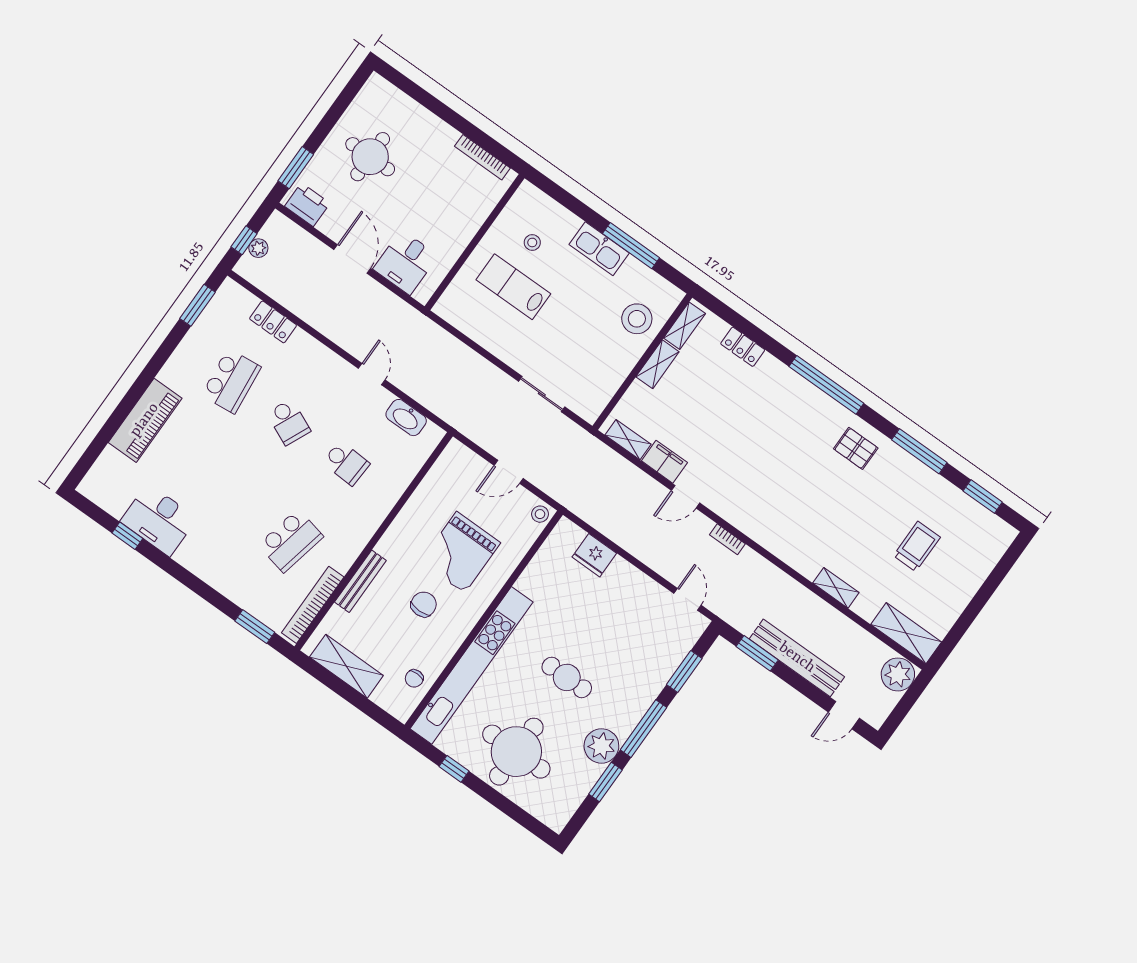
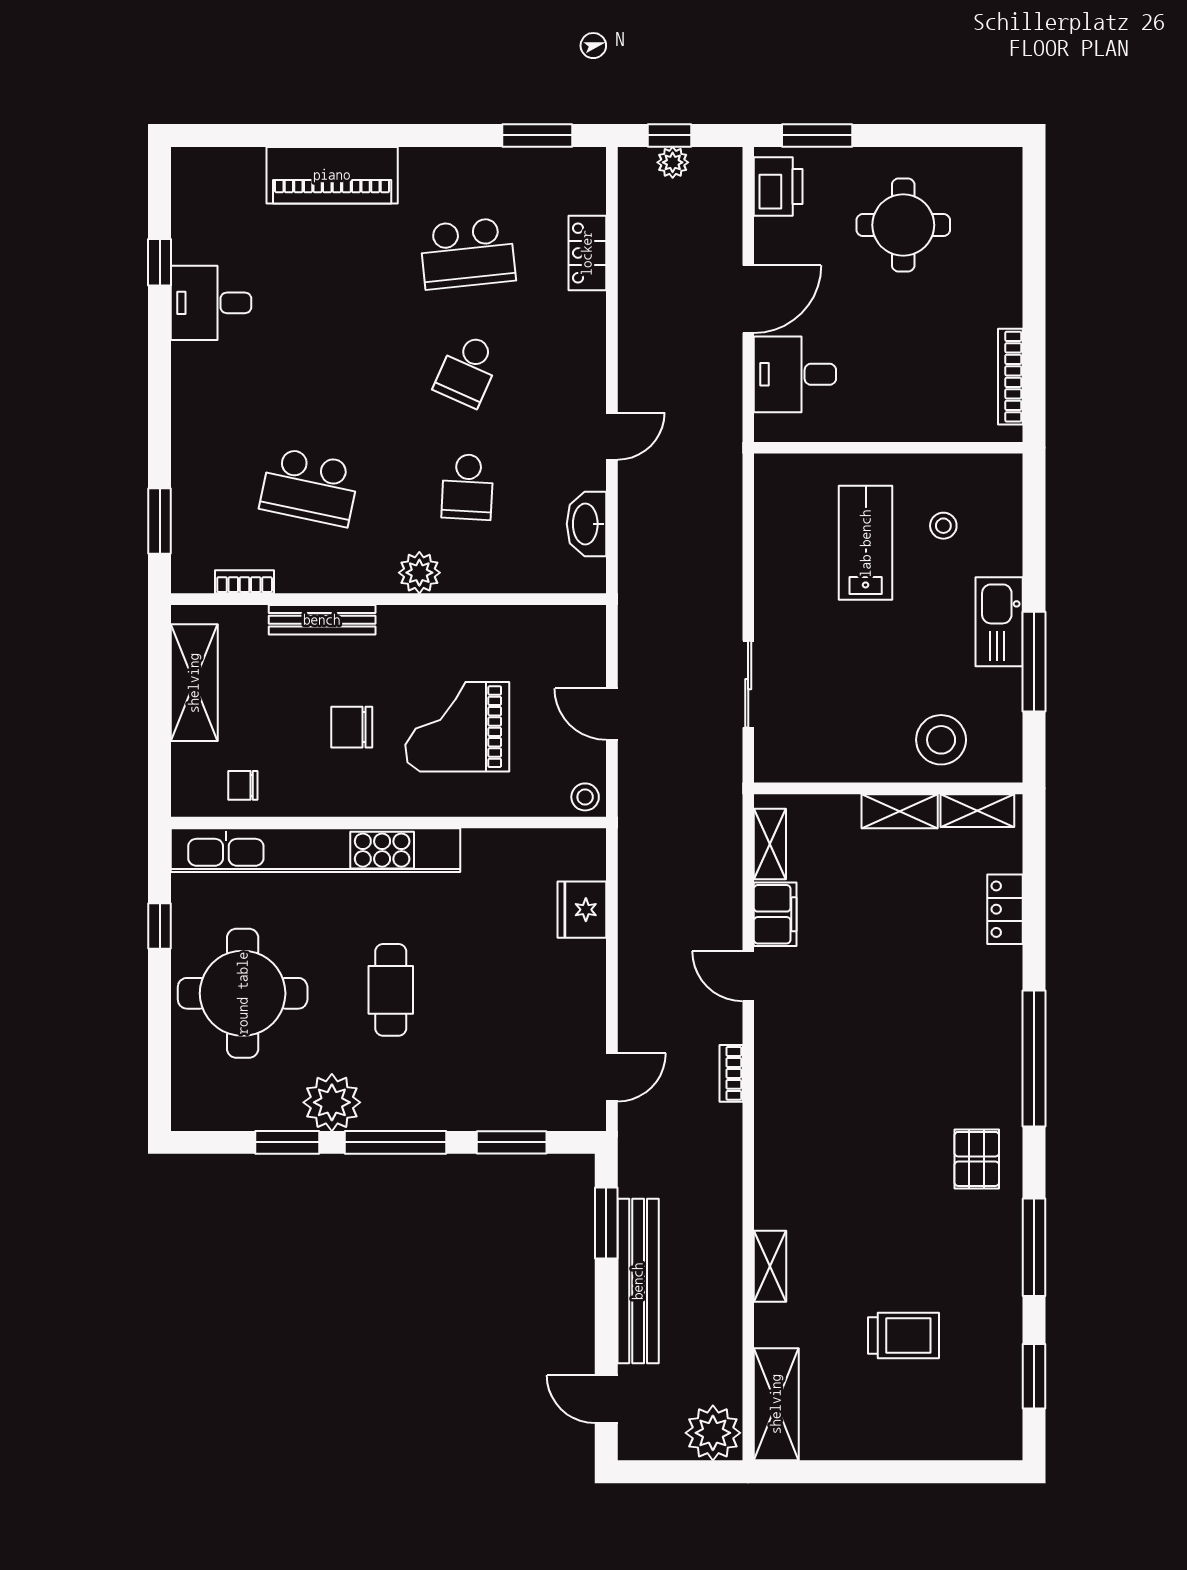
plant: (371, 517) -> (419, 573), added
desk: (159, 520) -> (211, 303), width x0.73
chair: (424, 604) -> (352, 727), turned 180
bookcase: (313, 605) -> (245, 582), width x0.43, depth x0.76

